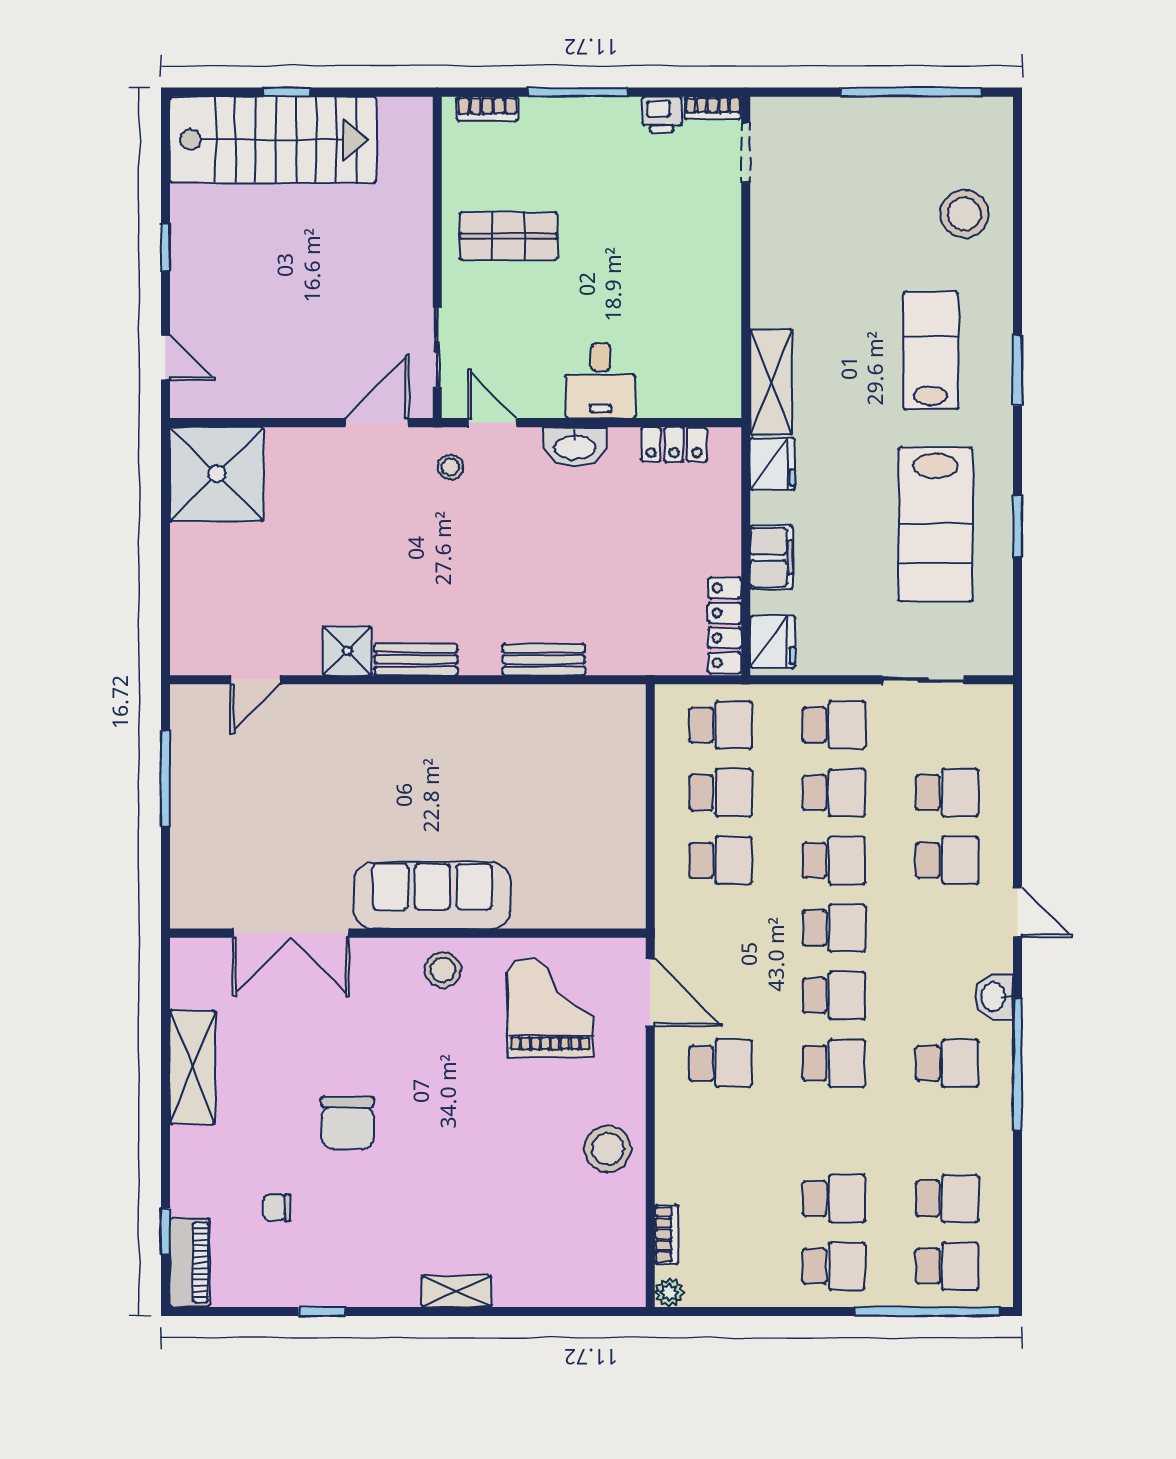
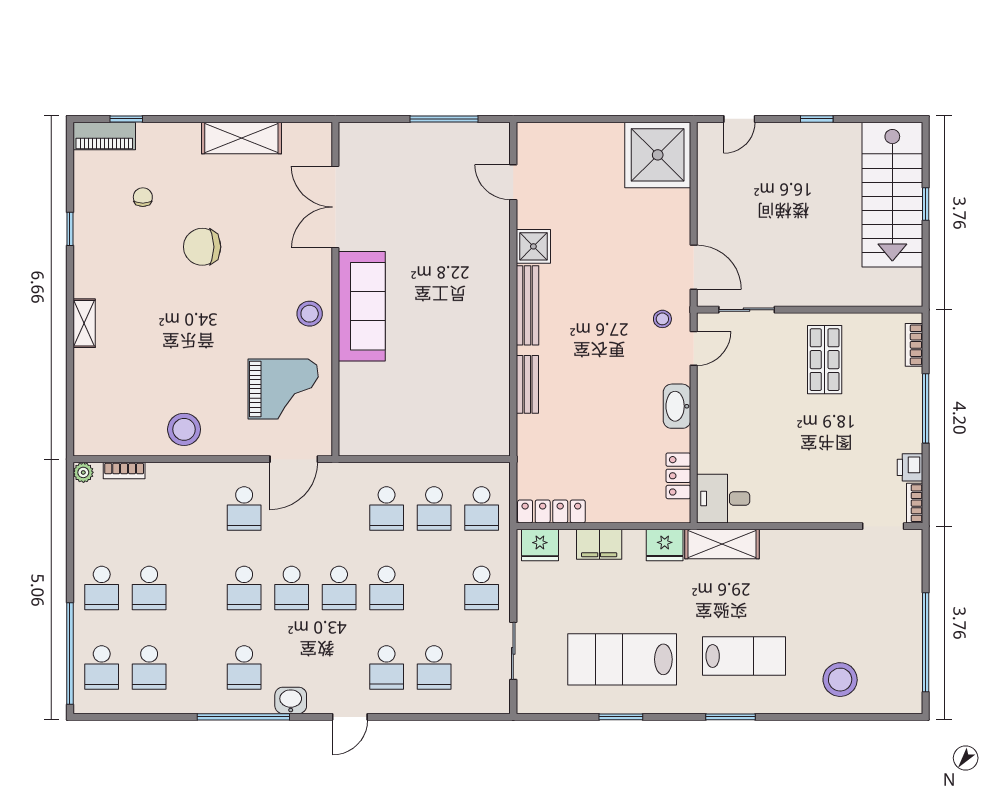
desk: (601, 381) -> (723, 499), moved
bench: (416, 659) -> (527, 305), width x1.36
school desk: (834, 793) -> (434, 588), removed

